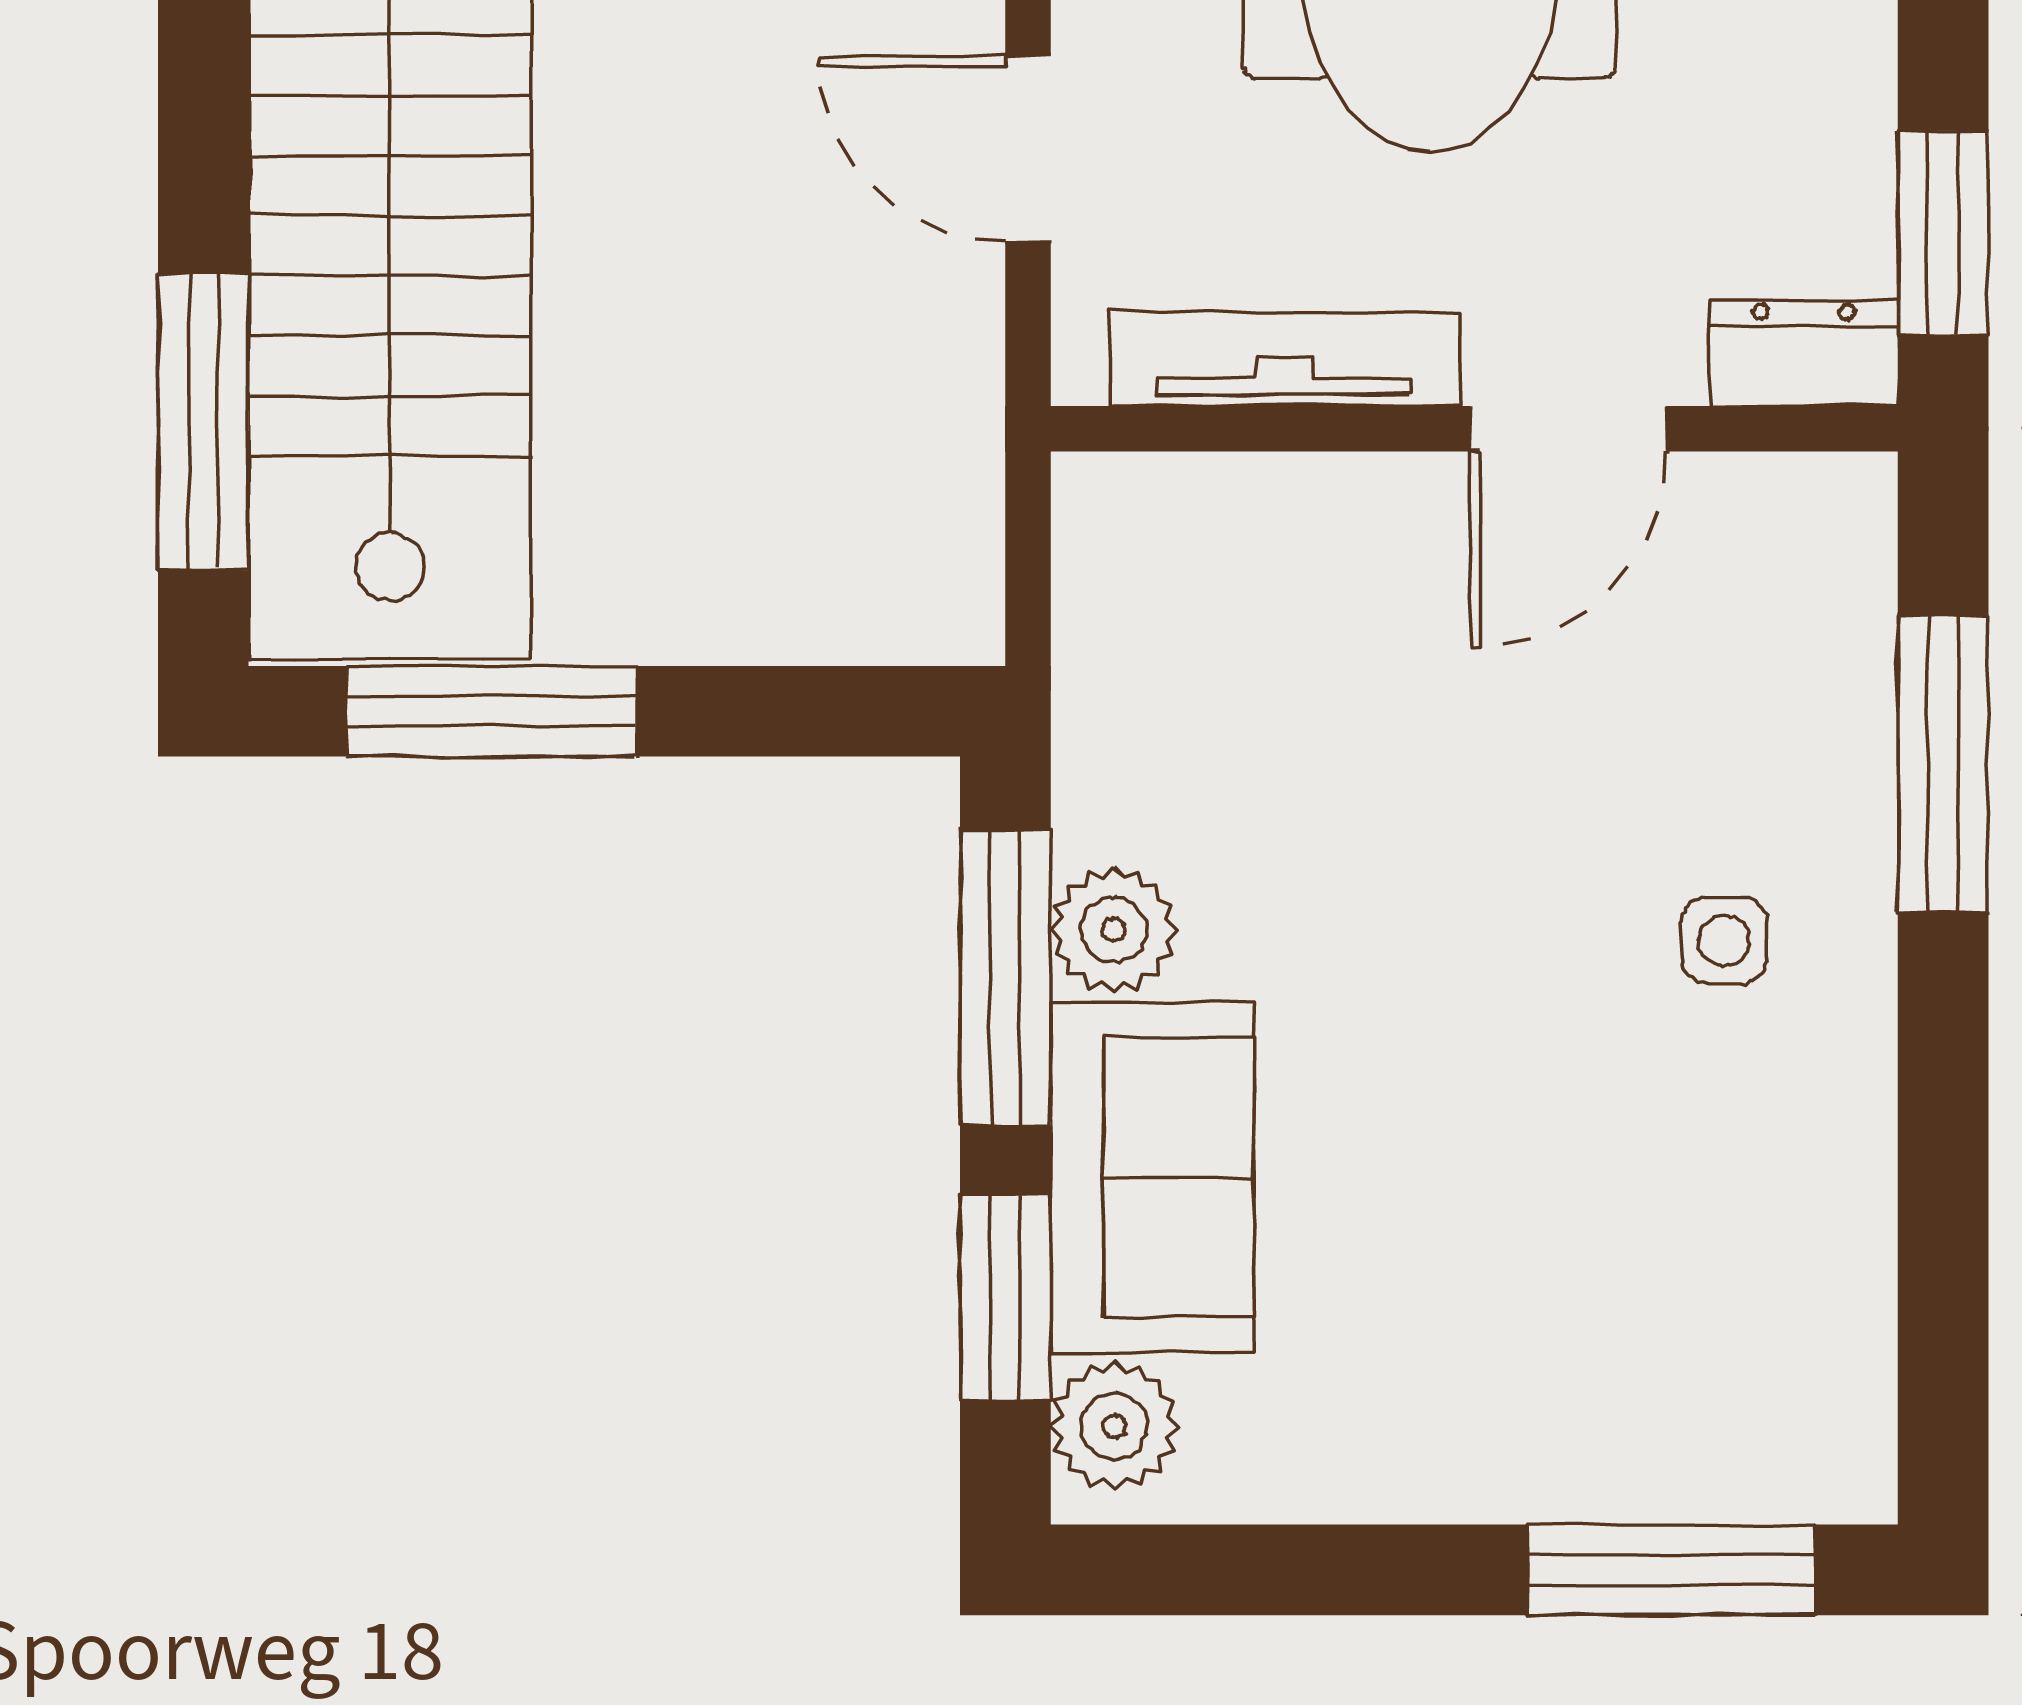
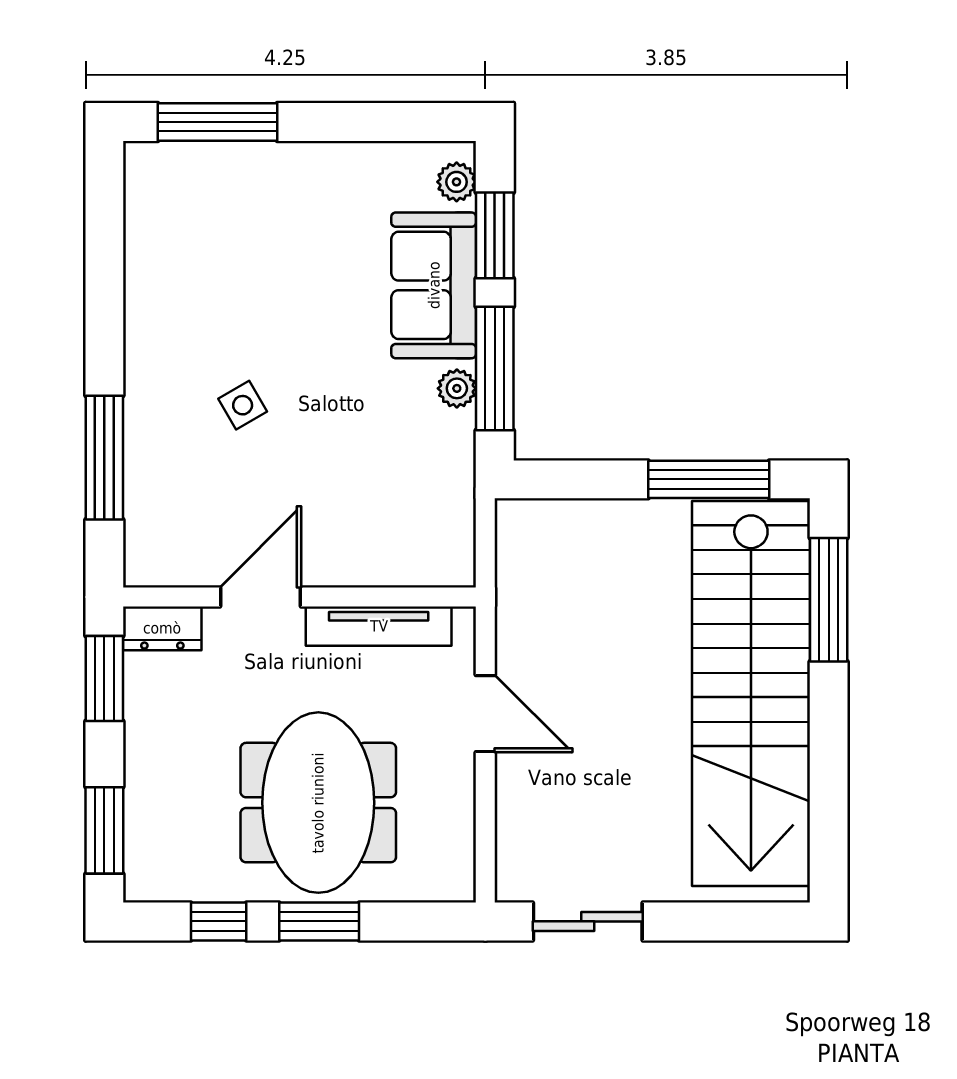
plant: (1114, 930) -> (457, 388), width x0.73, depth x0.73
side table: (1724, 940) -> (243, 405), moved, turned -30
plant: (1115, 1426) -> (457, 182), width x0.73, depth x0.73

